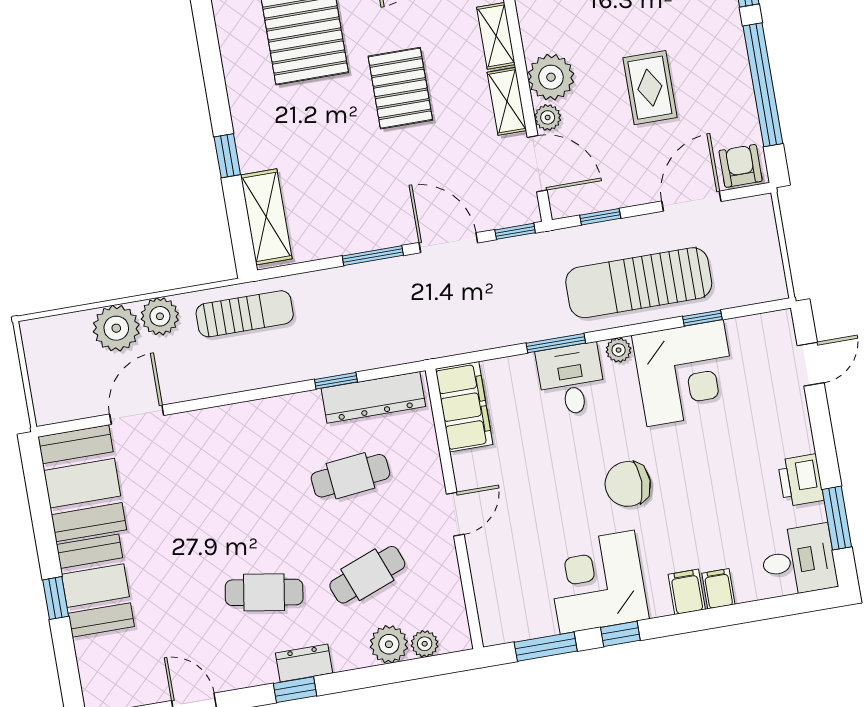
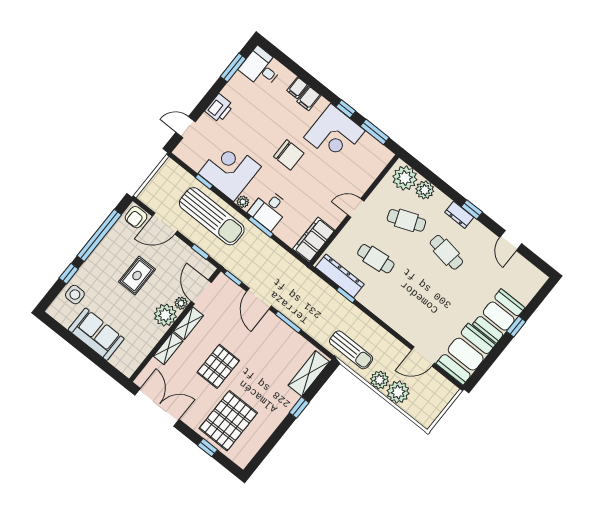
sun lounger: (245, 314) -> (351, 350), turned 180
printer: (801, 480) -> (219, 108), moved
plant: (425, 644) -> (405, 178), width x1.87, depth x1.87

